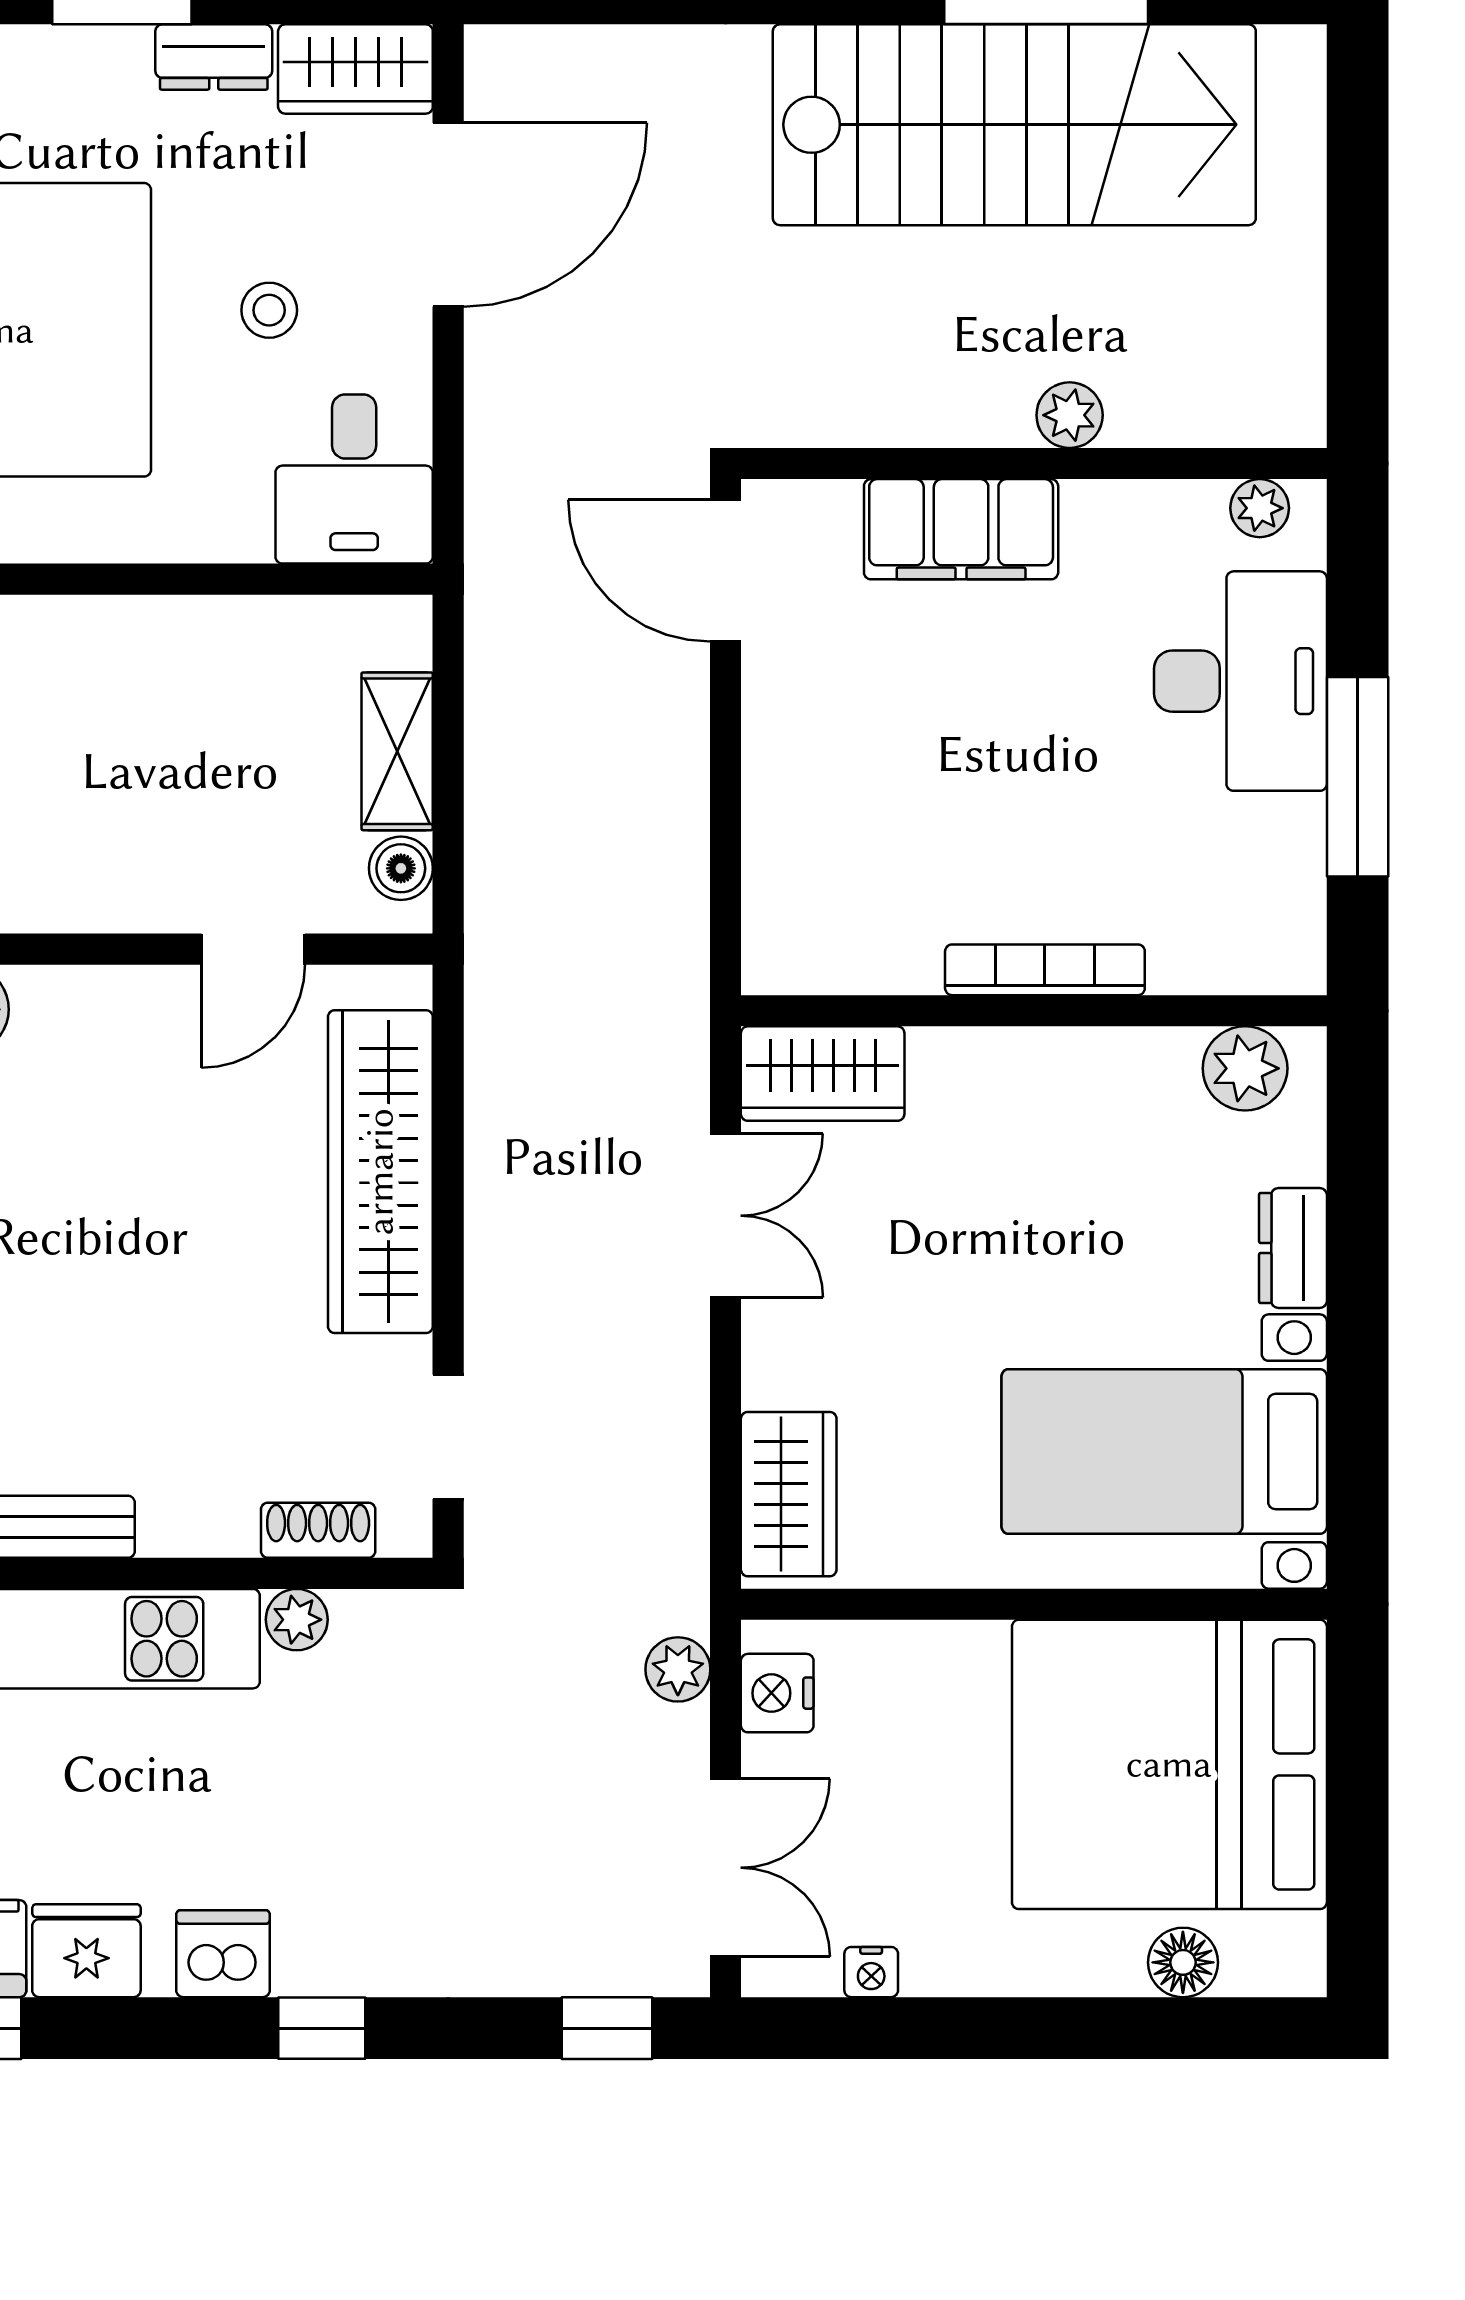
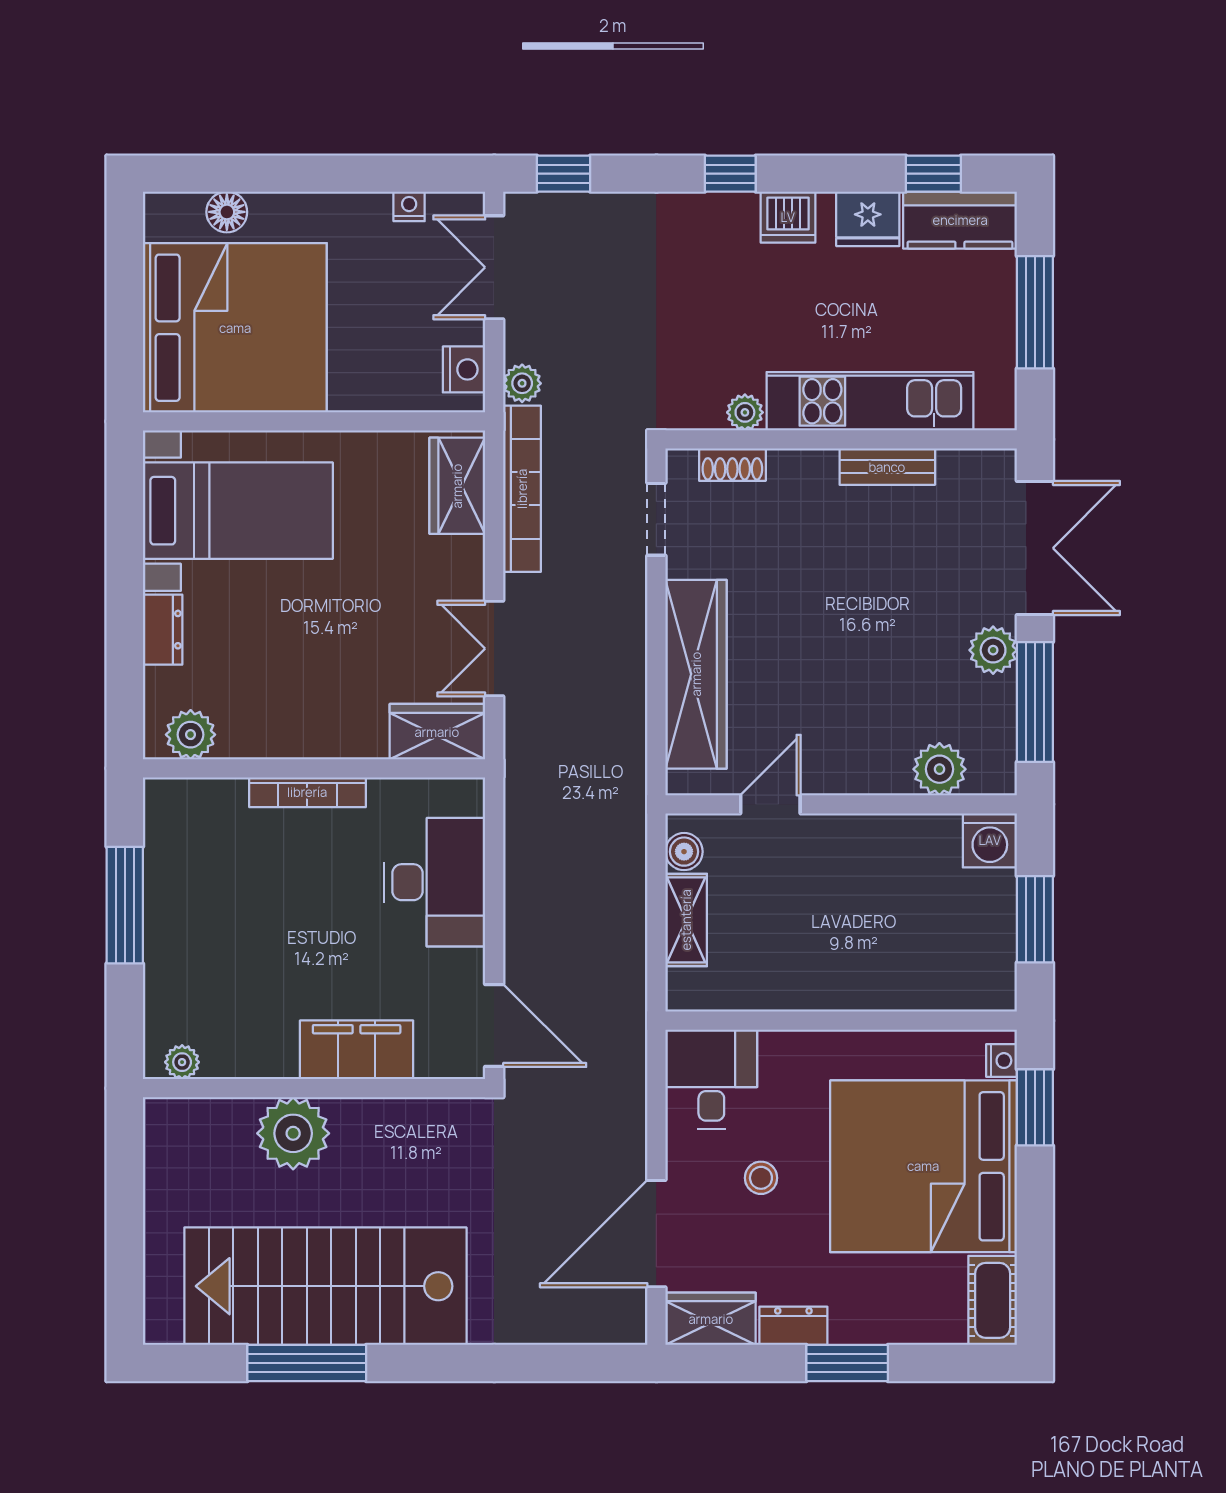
plant: (1070, 415) -> (293, 1133), width x1.87, depth x1.87
desk: (1240, 681) -> (435, 882), moved, turned 180
bookcase: (678, 1489) -> (522, 489), added

